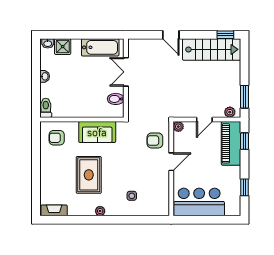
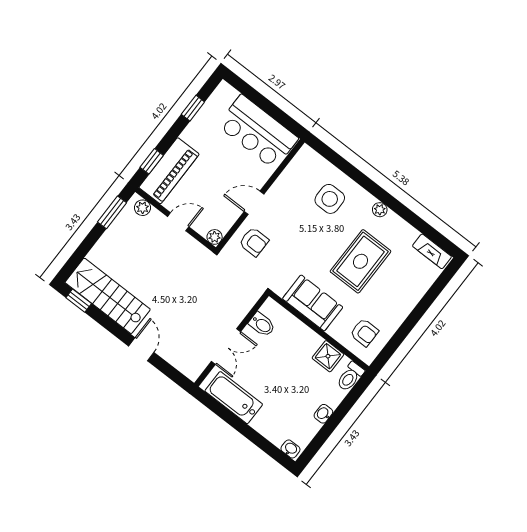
shower: (63, 47) -> (328, 356), moved
side table: (132, 196) -> (330, 199), width x1.87, depth x1.87

